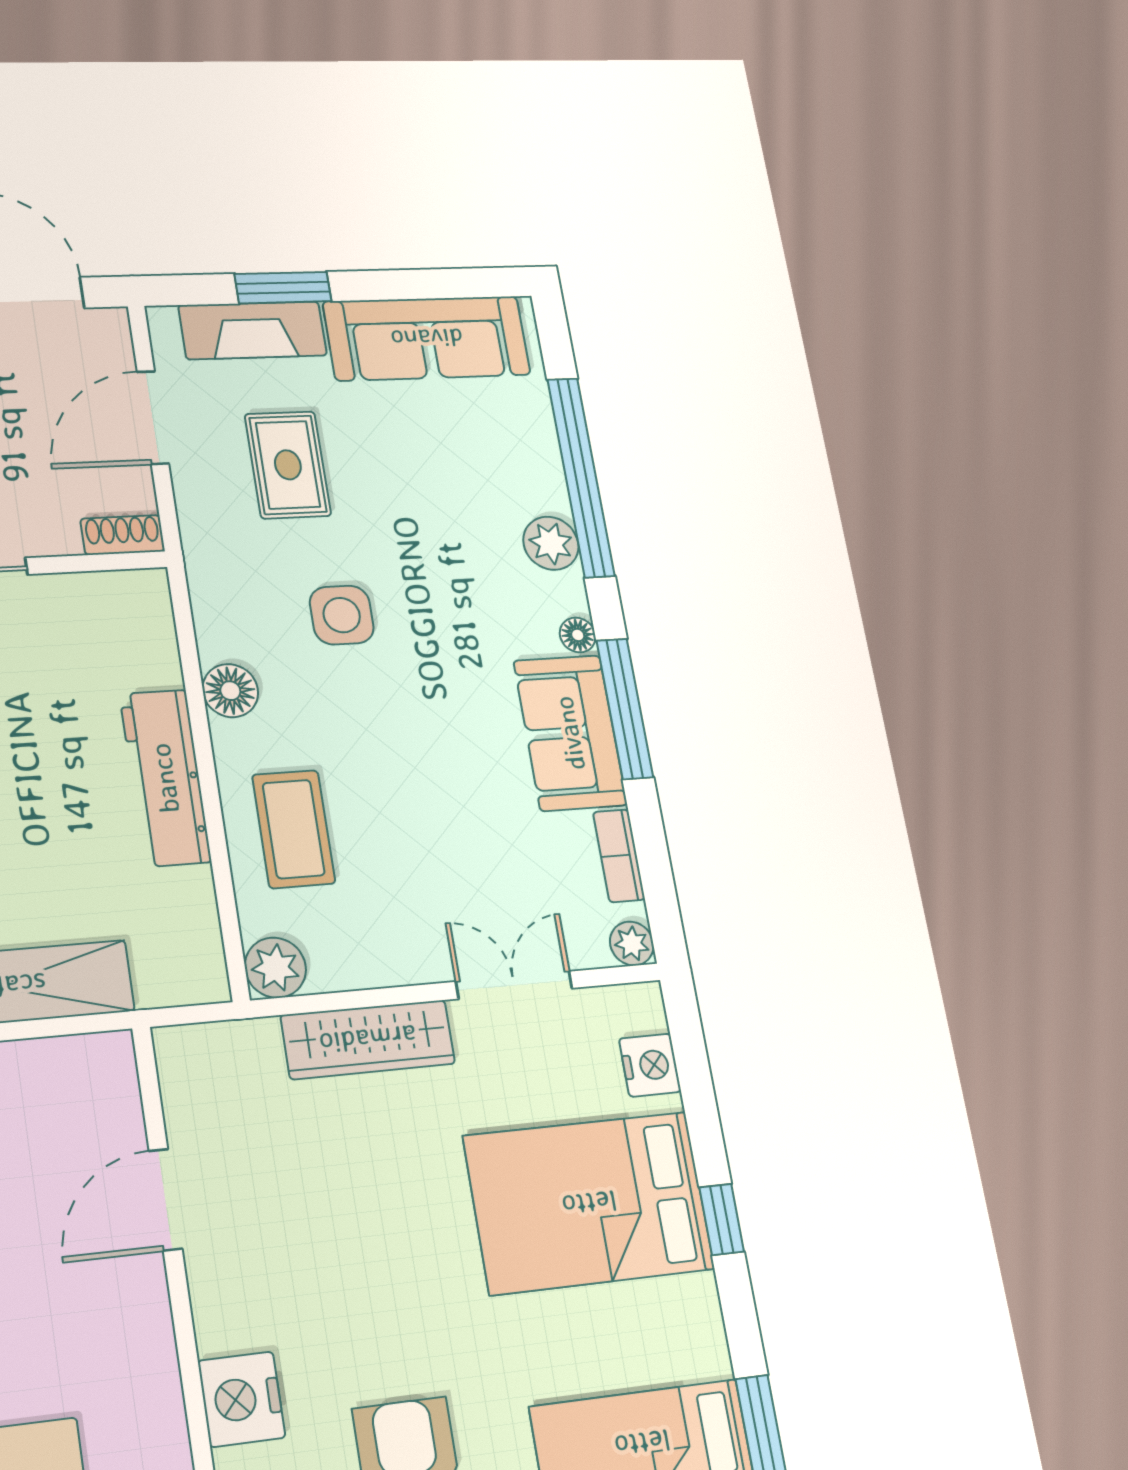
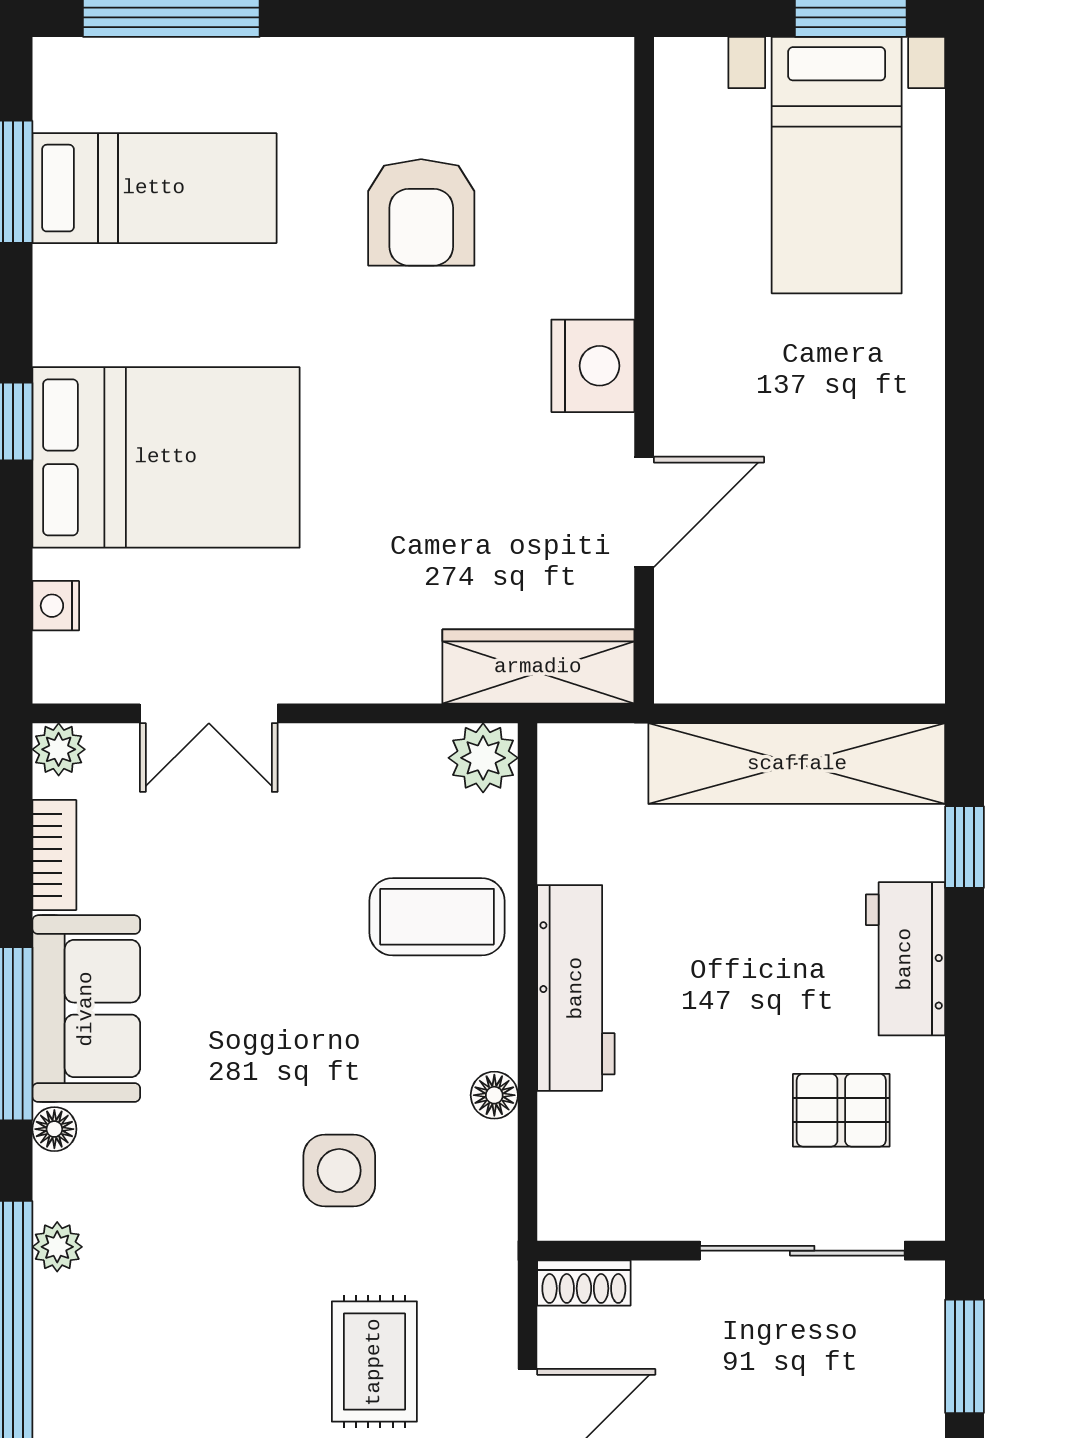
plant: (551, 543) -> (57, 1247), width x0.73, depth x0.73
floor lamp: (230, 691) -> (494, 1095), width x0.73, depth x0.73
coffee table: (294, 829) -> (437, 917), turned 90
wardrobe: (368, 1039) -> (538, 667), moved
nightstand: (650, 1065) -> (56, 606), width x0.72, depth x0.74
nightstand: (242, 1399) -> (593, 366), moved

